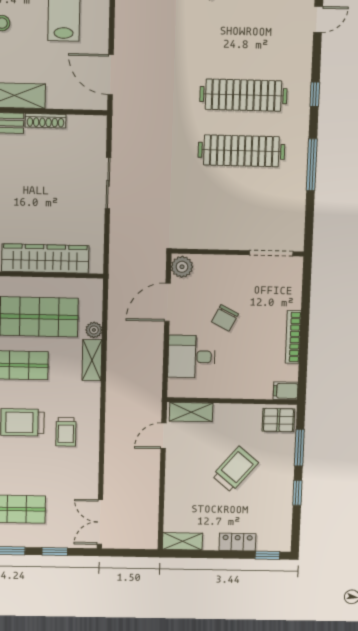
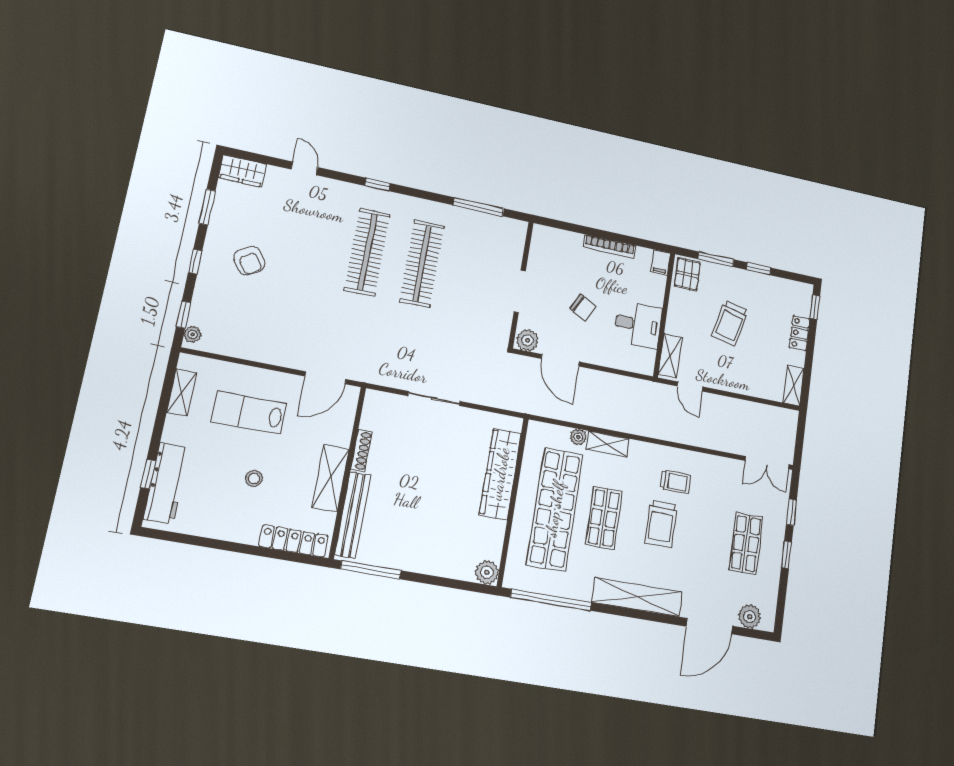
window: (312, 165) -> (479, 207), moved
doorway: (271, 253) -> (520, 291), moved
desk: (192, 357) -> (638, 325), moved, turned -90
trolley: (235, 469) -> (730, 323), turned -116

